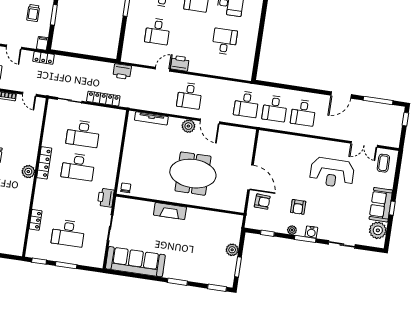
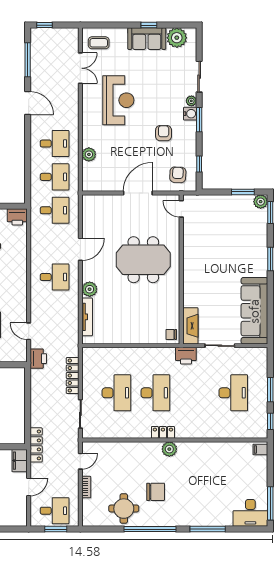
filing cabinet: (42, 43) -> (20, 461), width x2.00
locker: (44, 58) -> (36, 445), width x1.53
printer: (180, 63) -> (17, 217), moved, turned -90
door: (163, 69) -> (29, 331), moved
plant: (188, 126) -> (90, 289), moved
plant: (290, 141) -> (89, 154), added
locker: (44, 163) -> (163, 432), width x0.66
meeting table: (193, 174) -> (143, 260), turned 90
armchair: (262, 202) -> (178, 175), moved
armchair: (298, 207) -> (164, 133), turned -90
fireplace: (170, 211) -> (190, 326), moved
door: (231, 212) -> (181, 209), added
locker: (35, 220) -> (223, 433), removed
plant: (292, 230) -> (191, 101), moved
filing cabinet: (16, 249) -> (260, 449), added
plant: (232, 250) -> (261, 202), moved

